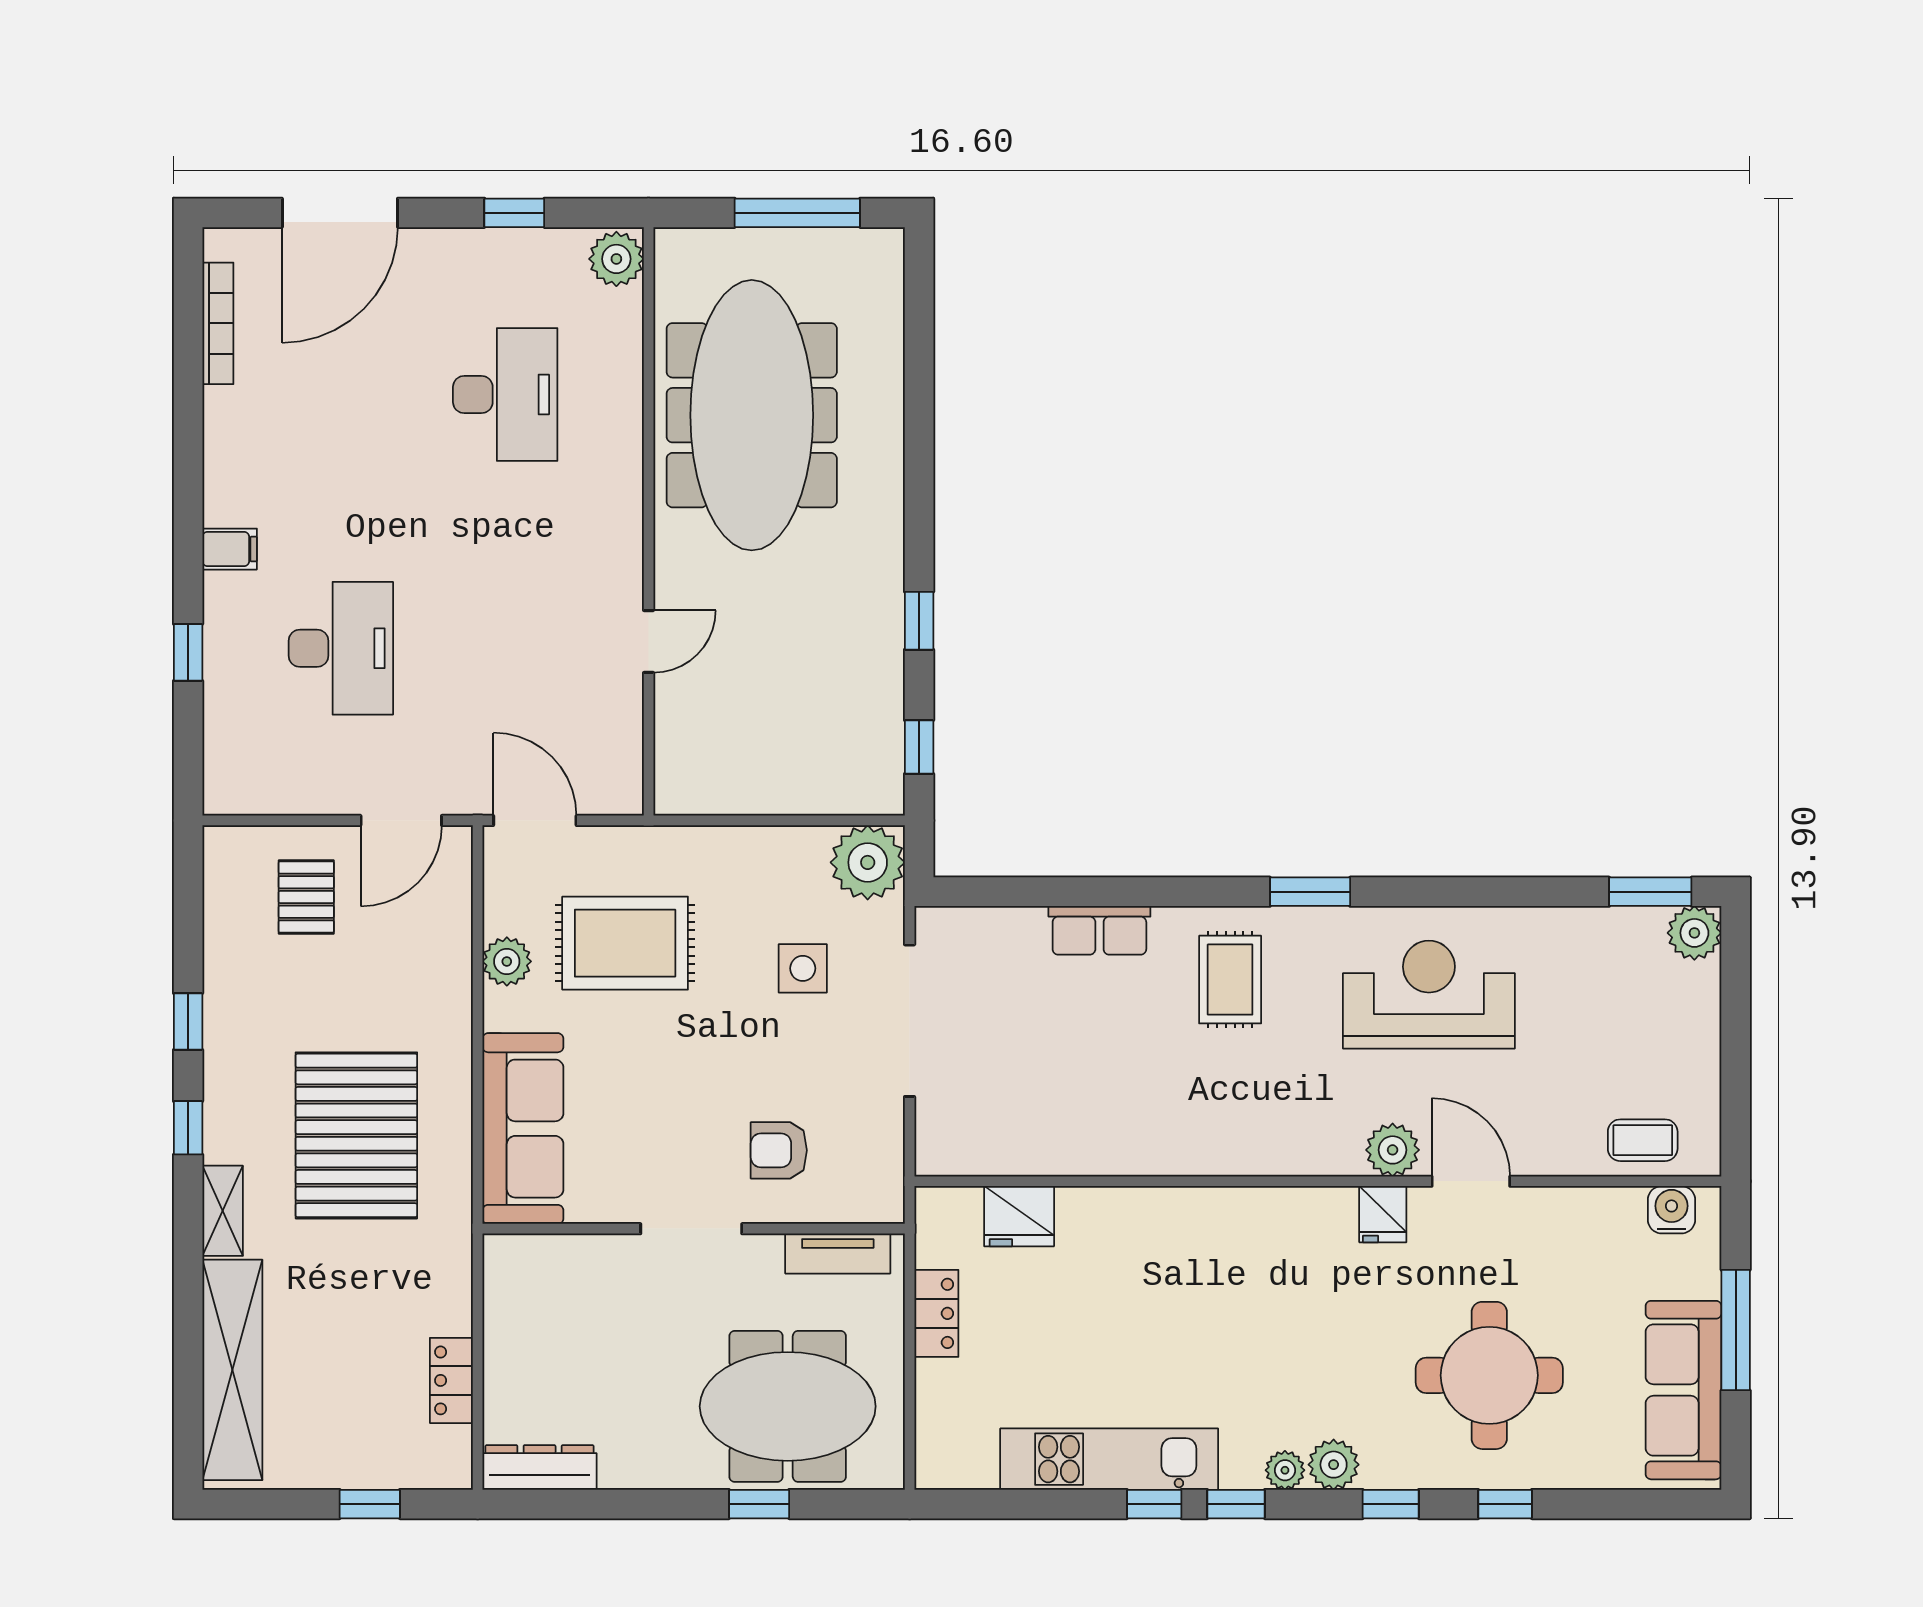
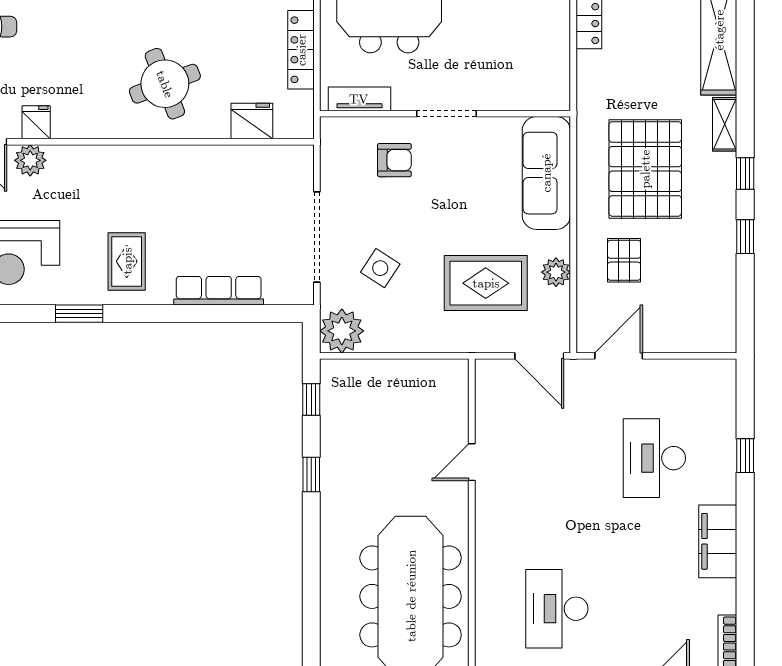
filing cabinet: (230, 549) -> (718, 541), width x3.00, depth x1.17
pallet: (306, 897) -> (624, 260), moved
row of seats: (1099, 930) -> (219, 291), width x1.48
side table: (803, 968) -> (380, 268), turned 33
round table: (1166, 1279) -> (165, 84), added
locker: (936, 1313) -> (301, 50), width x1.53

